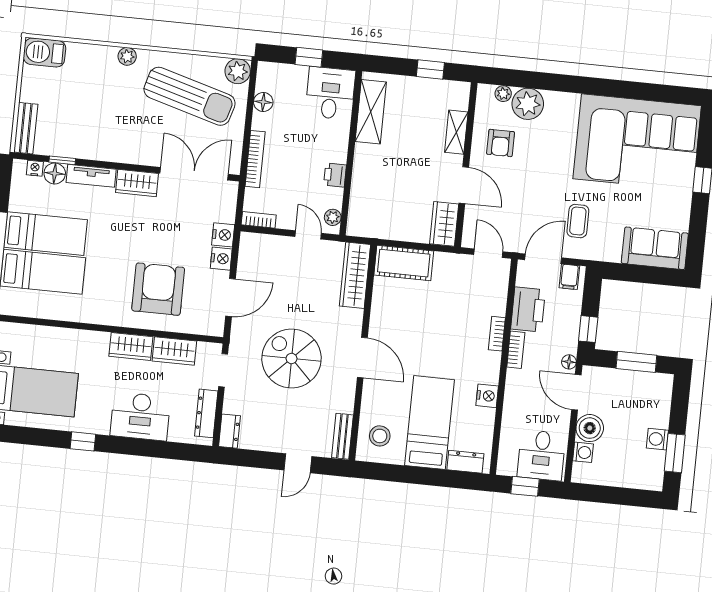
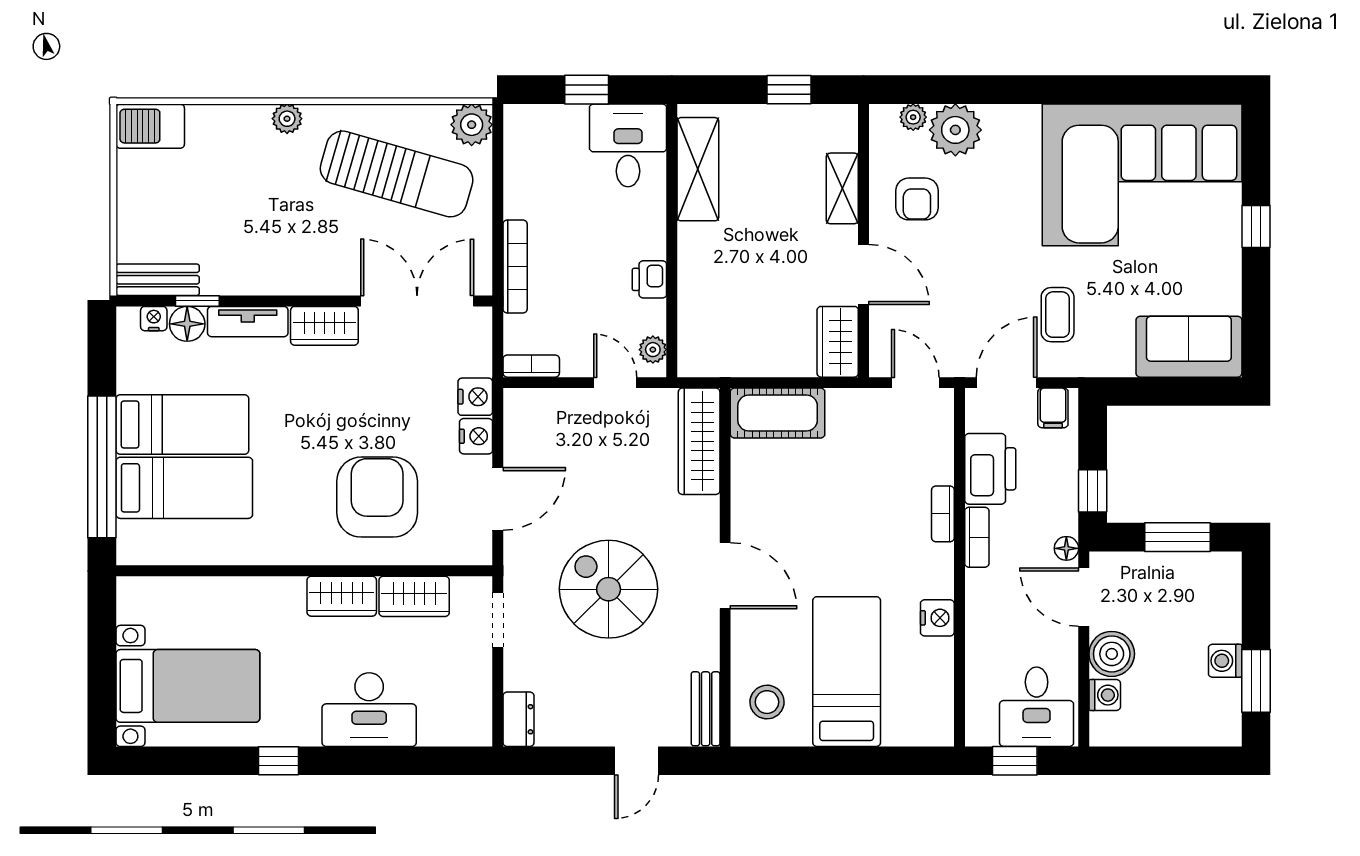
floor lamp: (263, 102) -> (519, 171), removed
bench: (26, 128) -> (158, 280), moved, turned 90
dresser: (206, 413) -> (477, 694), removed
dresser: (465, 462) -> (912, 730), removed

